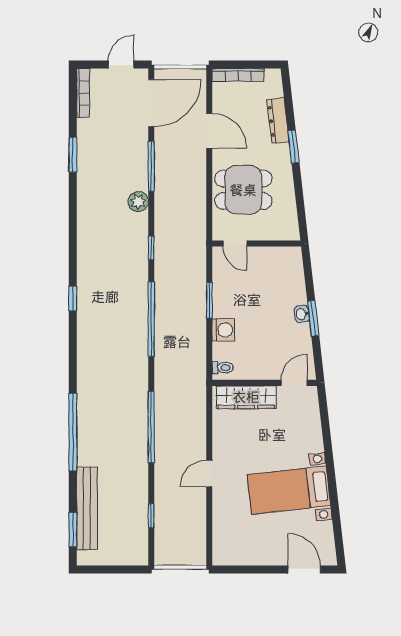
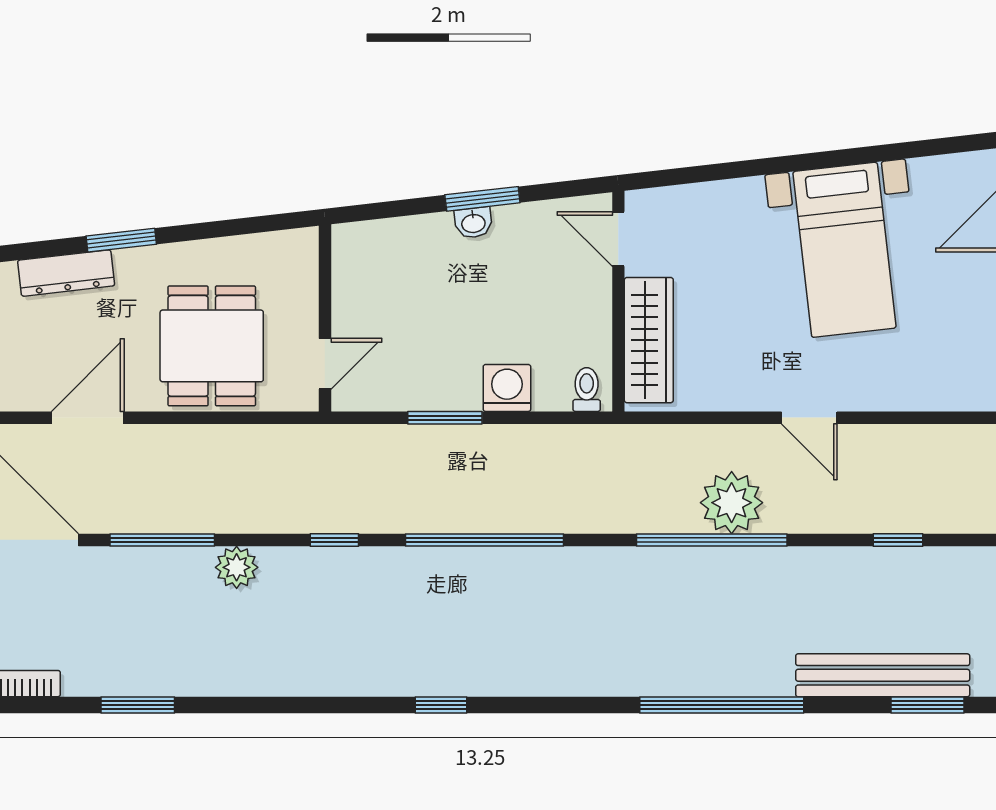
plant: (169, 437) -> (732, 503), added

